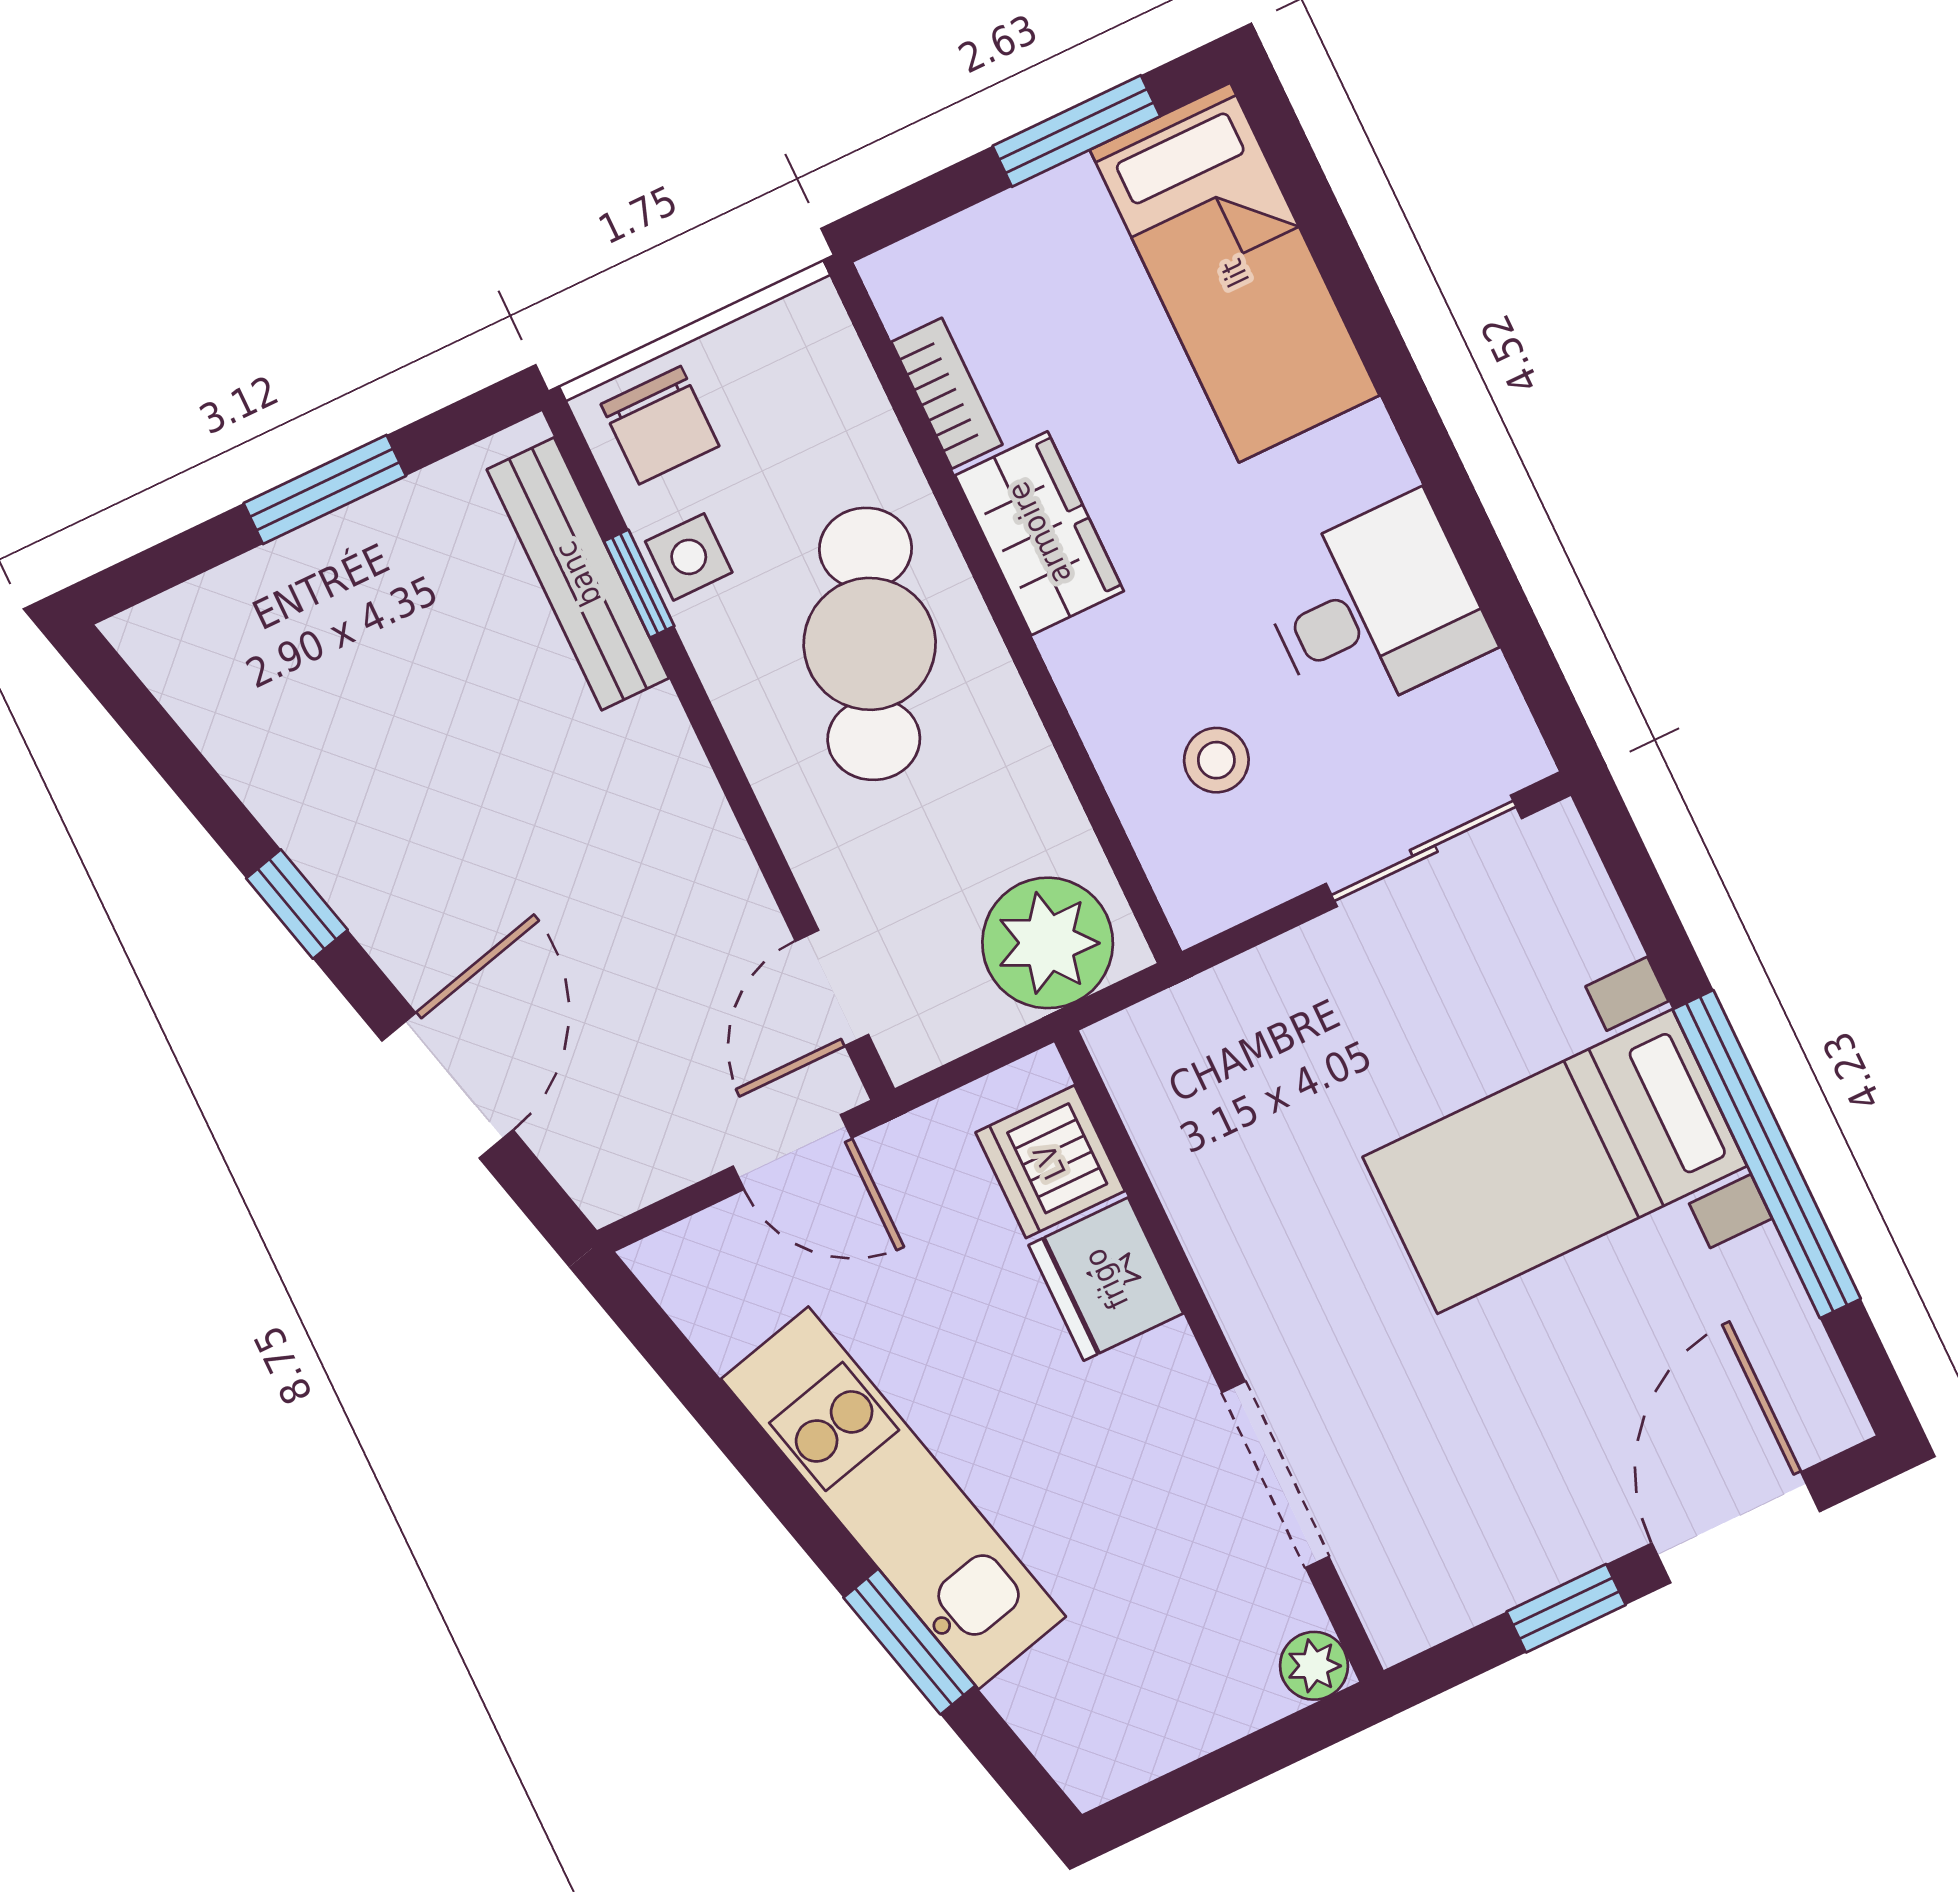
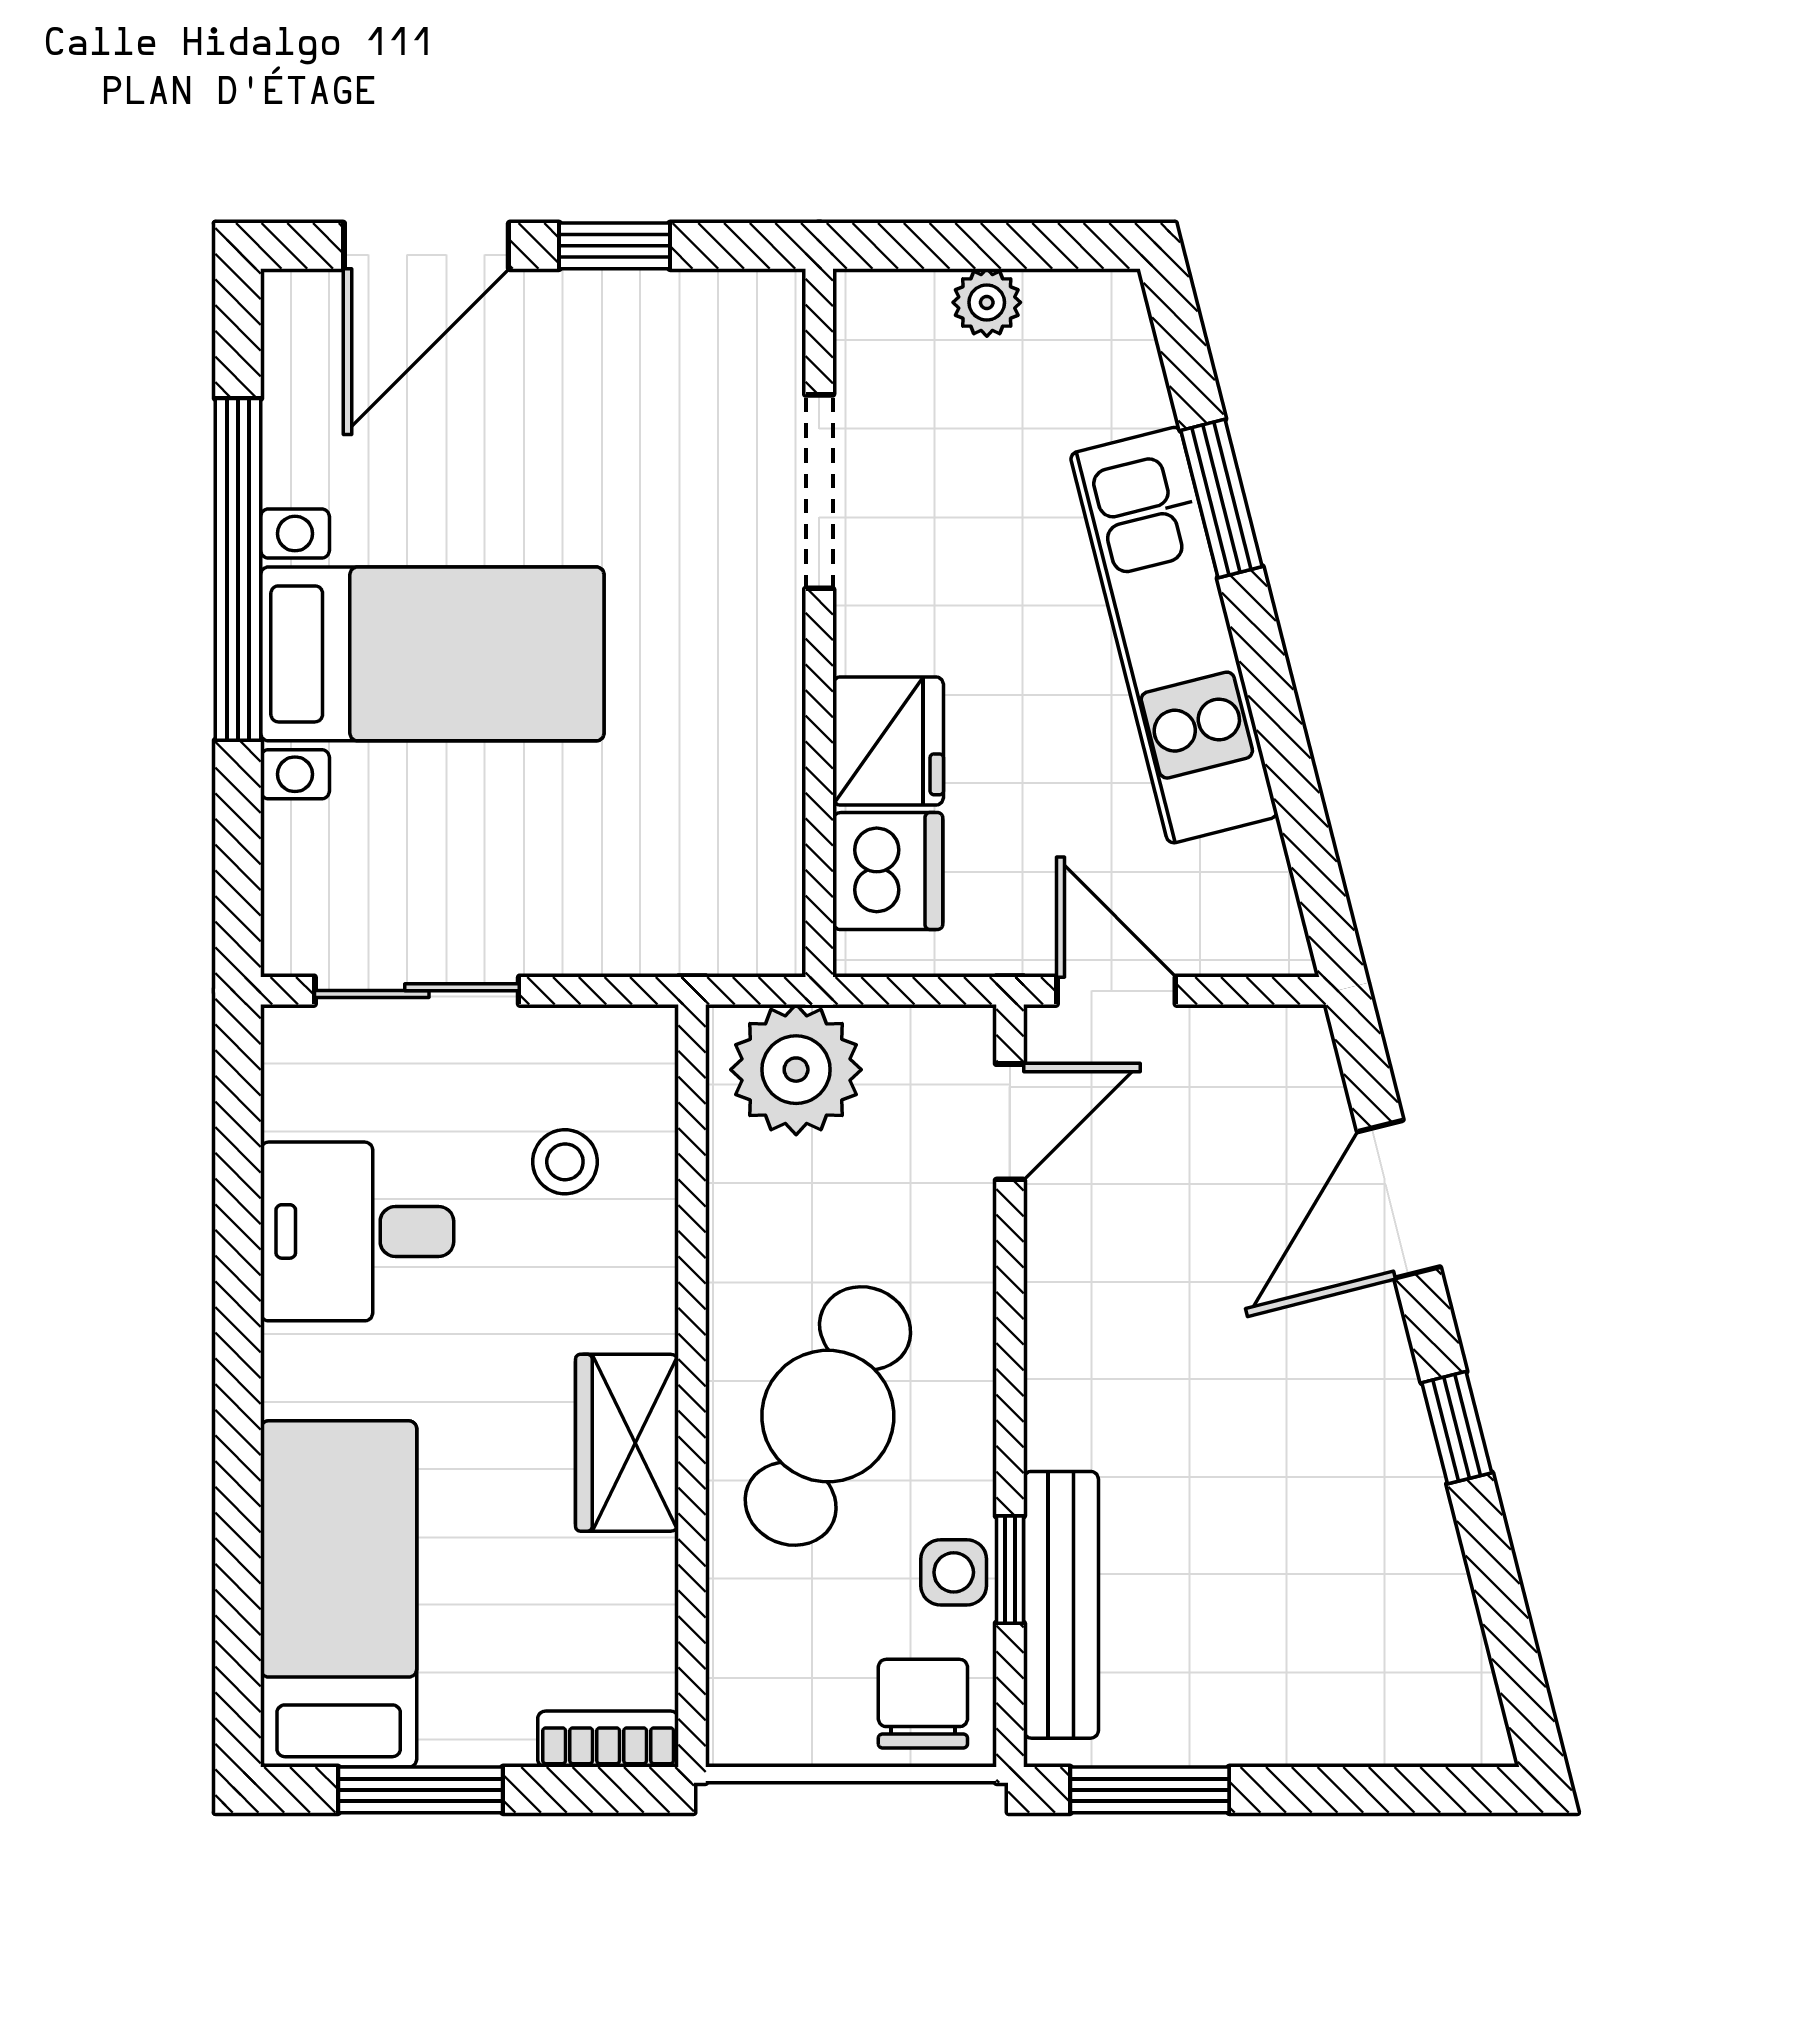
bookcase: (947, 393) -> (608, 1739), moved, turned 90
window: (325, 490) -> (1150, 1790), moved
plant: (1314, 1666) -> (987, 302), moved

